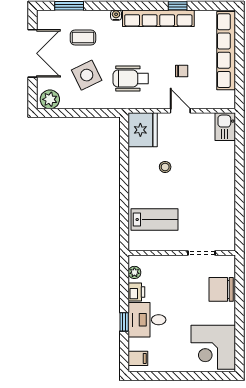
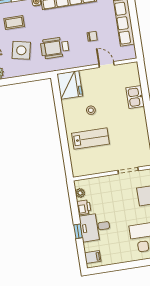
side table: (87, 75) -> (21, 50), turned 38
door: (180, 111) -> (107, 65), moved
kitchen sink: (225, 127) -> (135, 97), moved
lab bench: (155, 220) -> (90, 139), moved

